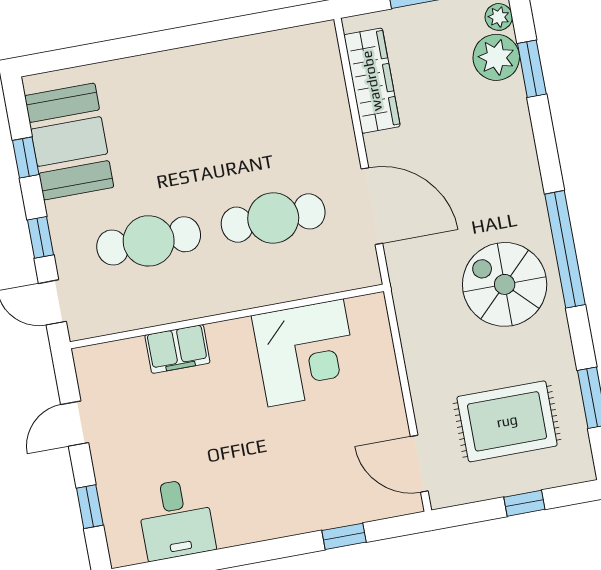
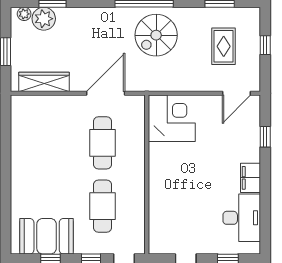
filing cabinet: (177, 349) -> (251, 178), moved, turned 180
corner desk: (306, 353) -> (172, 118), moved
rug: (507, 421) -> (224, 46), width x0.73, depth x0.70
desk: (176, 519) -> (242, 218), width x1.37

